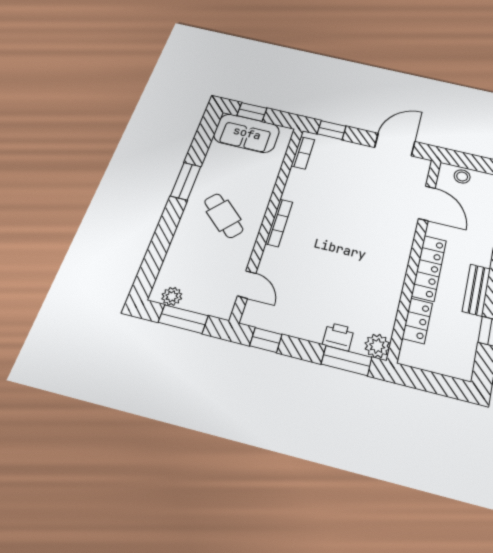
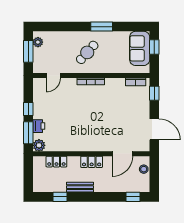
locker: (429, 268) -> (92, 162), width x0.66
window: (266, 340) -> (28, 109), moved

